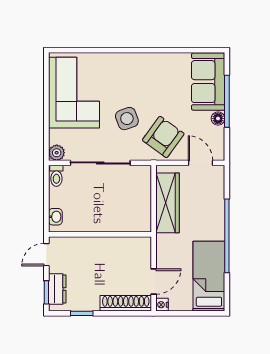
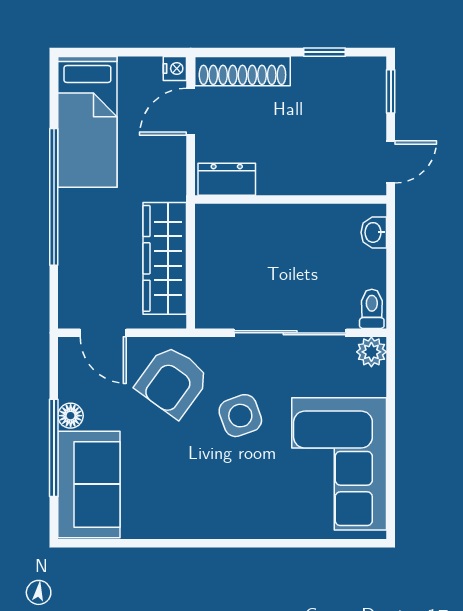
dresser: (57, 289) -> (227, 179), moved, turned 90

